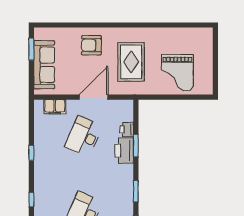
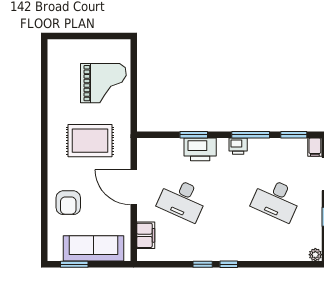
armchair: (91, 45) -> (68, 203), moved
printer: (127, 130) -> (238, 146), moved
window: (136, 191) -> (251, 135), width x1.44
window: (31, 200) -> (229, 264), moved

